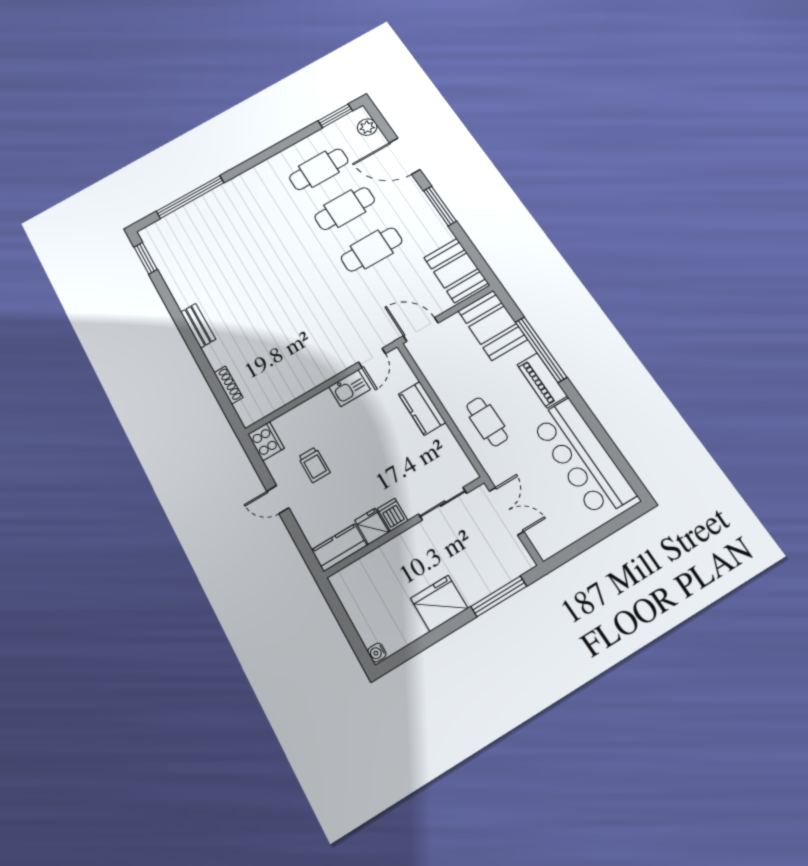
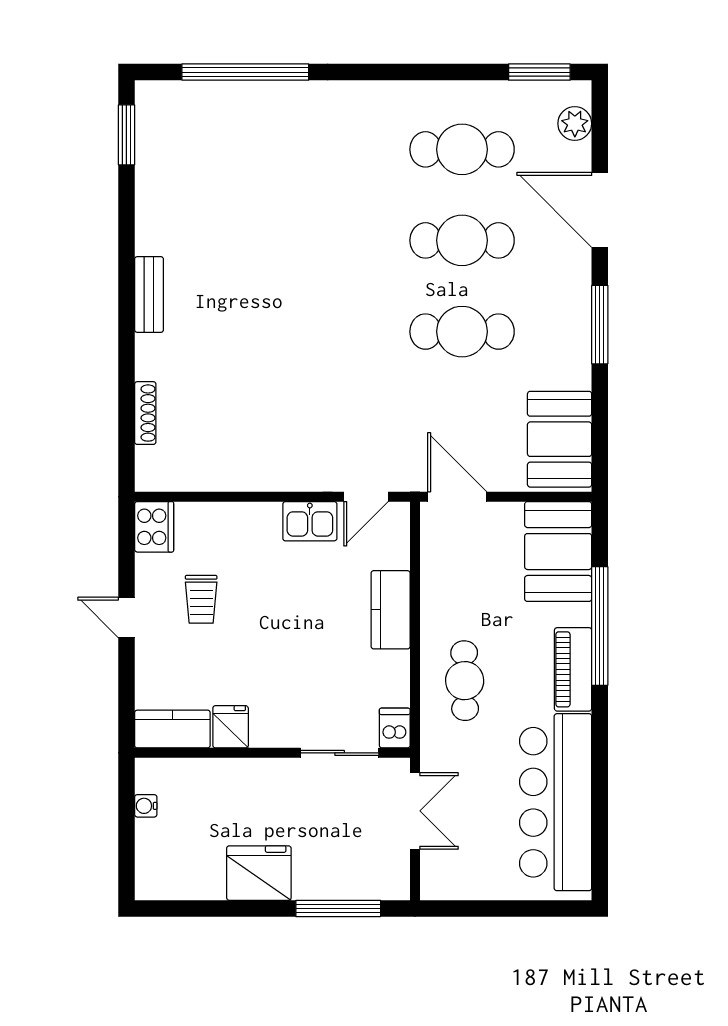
dishwasher: (393, 515) -> (395, 728), moved
water cooler: (377, 653) -> (146, 806), moved

